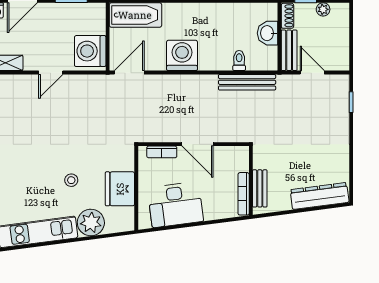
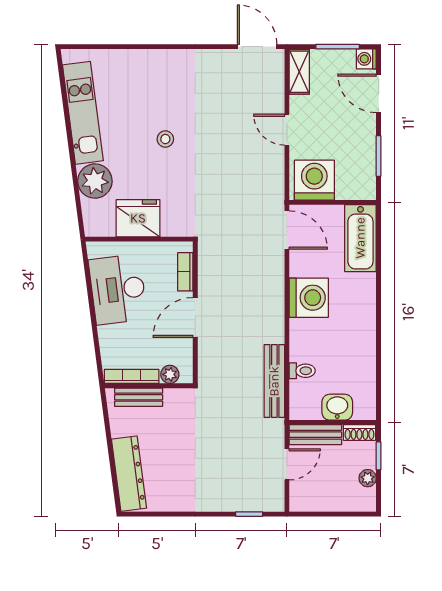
plant: (242, 164) -> (170, 374), added
stool: (71, 180) -> (165, 139), moved

